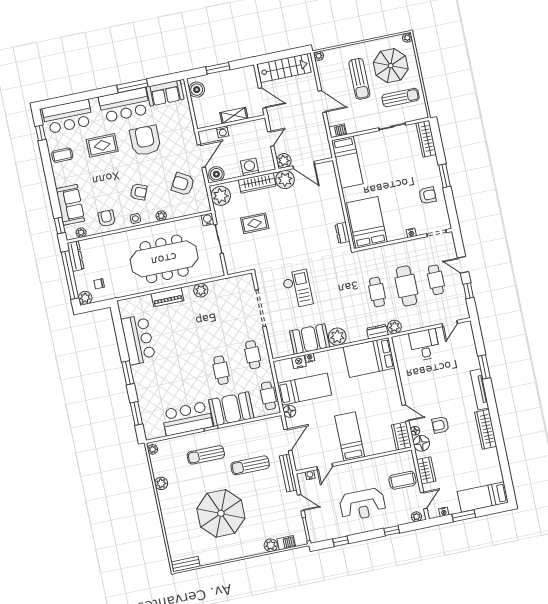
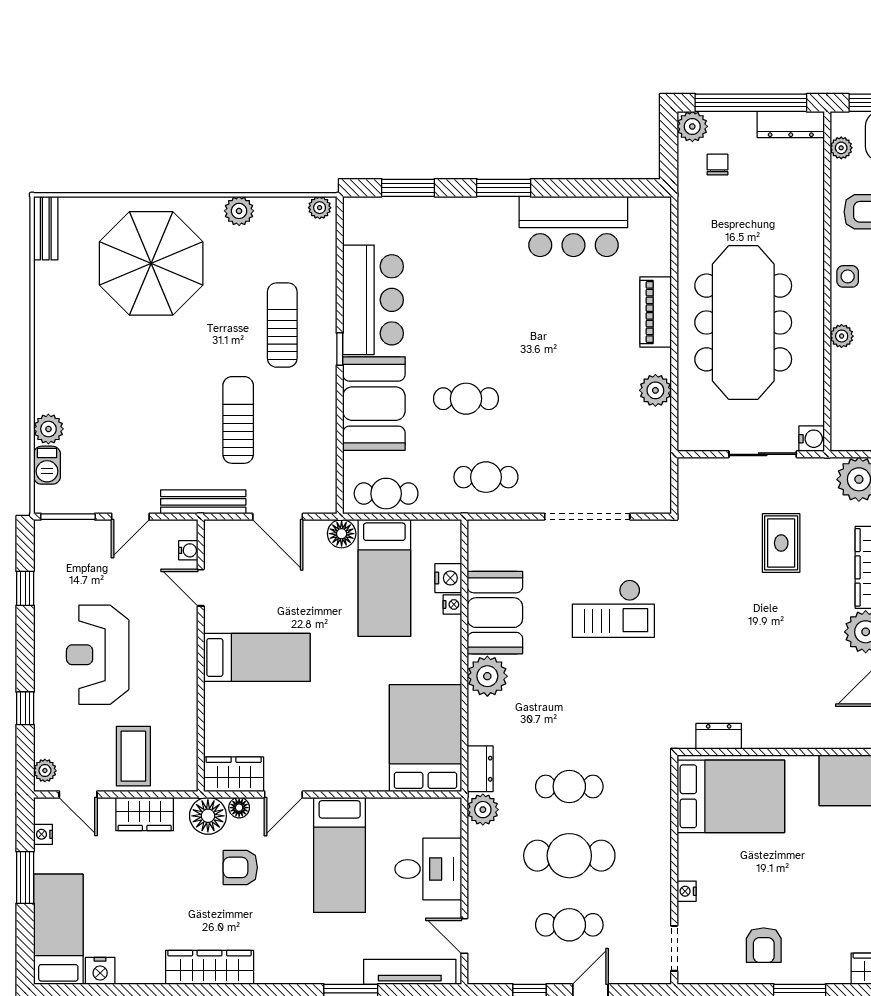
bed: (426, 384) -> (340, 855), added
tv unit: (479, 389) -> (410, 972), moved
armchair: (440, 425) -> (240, 867), turned -90
nightstand: (497, 476) -> (100, 971), added
parasol: (221, 513) -> (151, 263), moved

